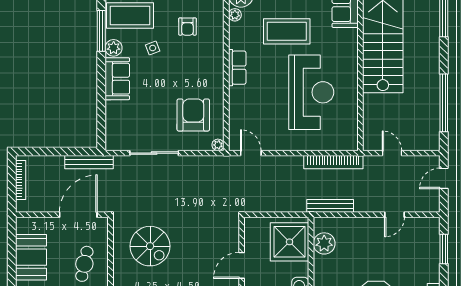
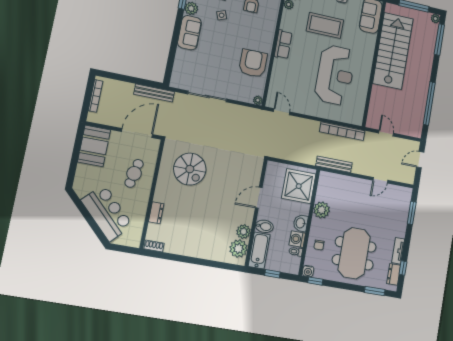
armchair: (193, 115) -> (253, 63), moved
plant: (324, 243) -> (322, 210), moved
booth: (31, 257) -> (94, 146), moved

